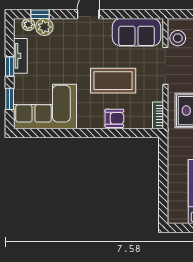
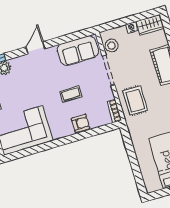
coffee table: (113, 81) -> (71, 94), width x0.54, depth x0.58

